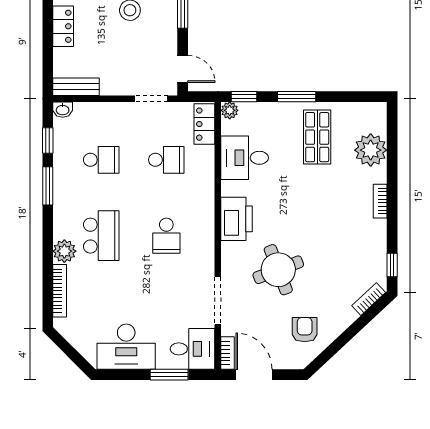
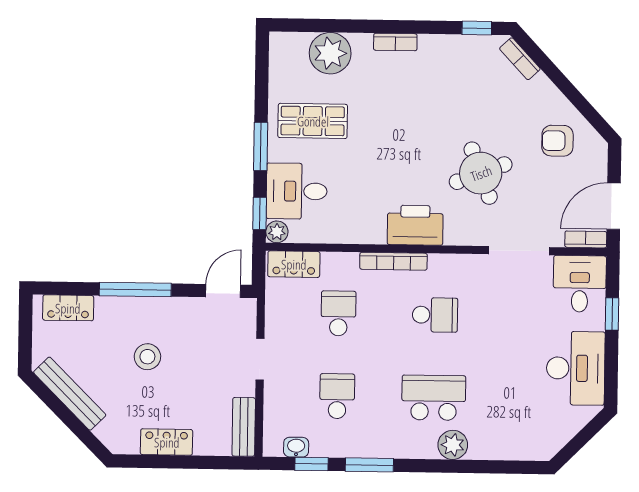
doorway: (151, 99) -> (260, 359), moved
washbasin: (63, 110) -> (296, 447), moved, turned -90
desk: (245, 158) -> (297, 191), moved, turned 90
bookcase: (60, 291) -> (393, 261), moved, turned 180
window: (169, 375) -> (612, 314), width x0.67

